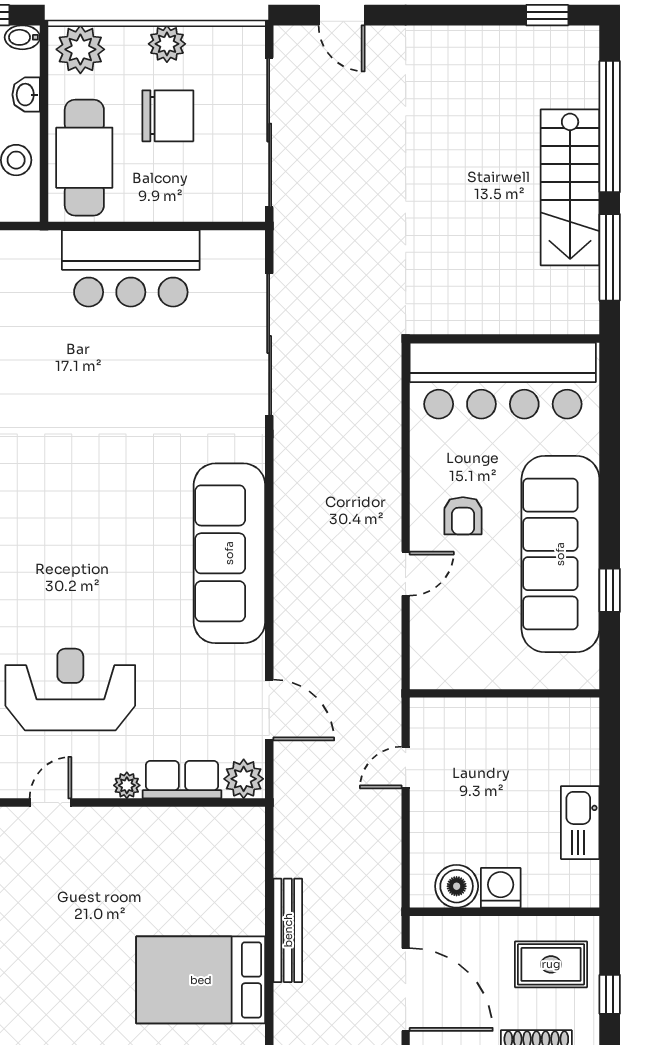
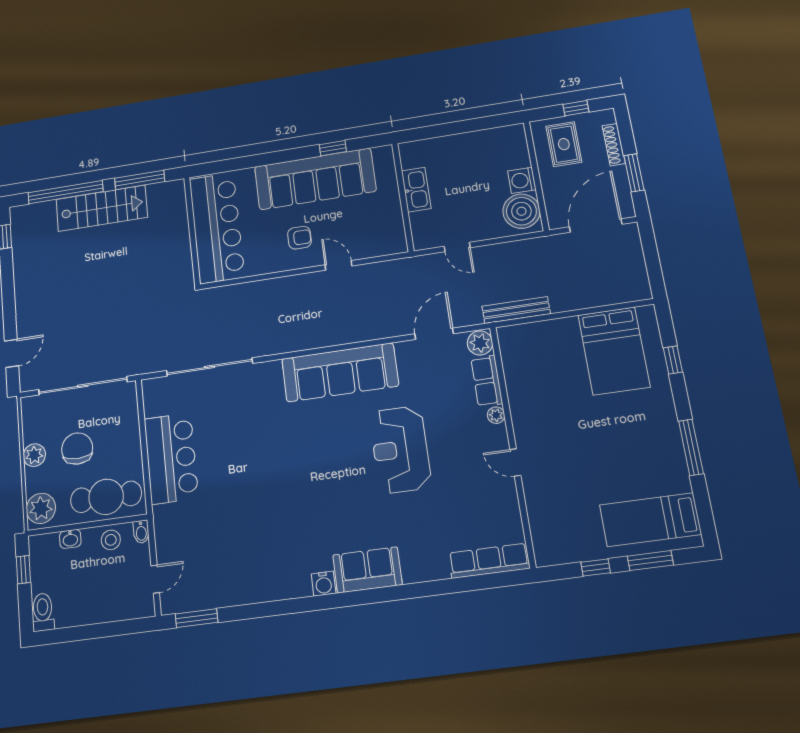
bidet: (22, 37) -> (141, 532), moved
reception desk: (70, 690) -> (400, 449), moved
kitchen sink: (580, 823) -> (416, 190), moved, turned -90
boiler: (457, 886) -> (521, 211), width x1.37, depth x1.37
bench: (288, 930) -> (516, 310), moved

